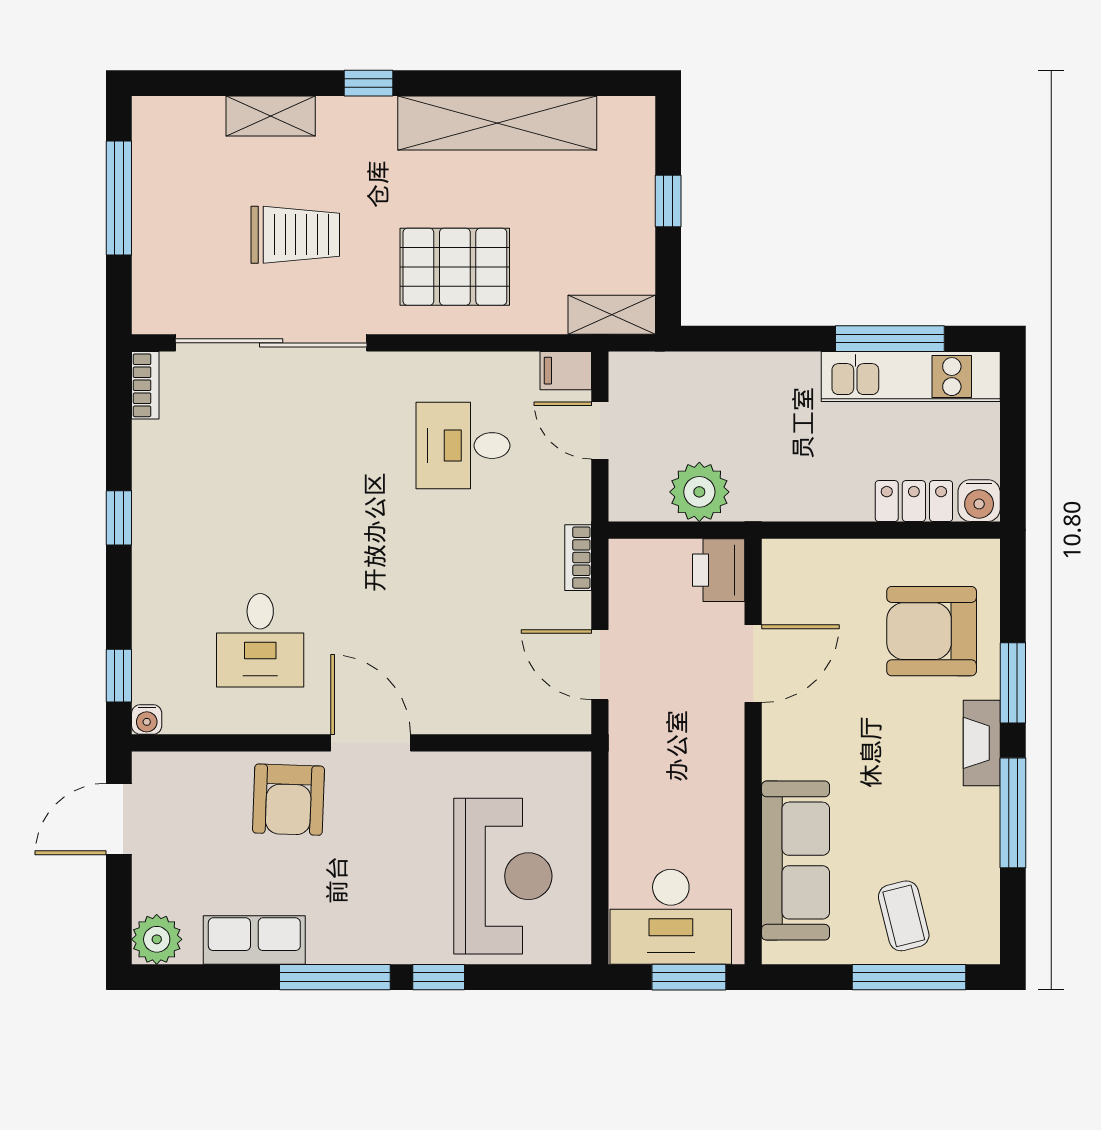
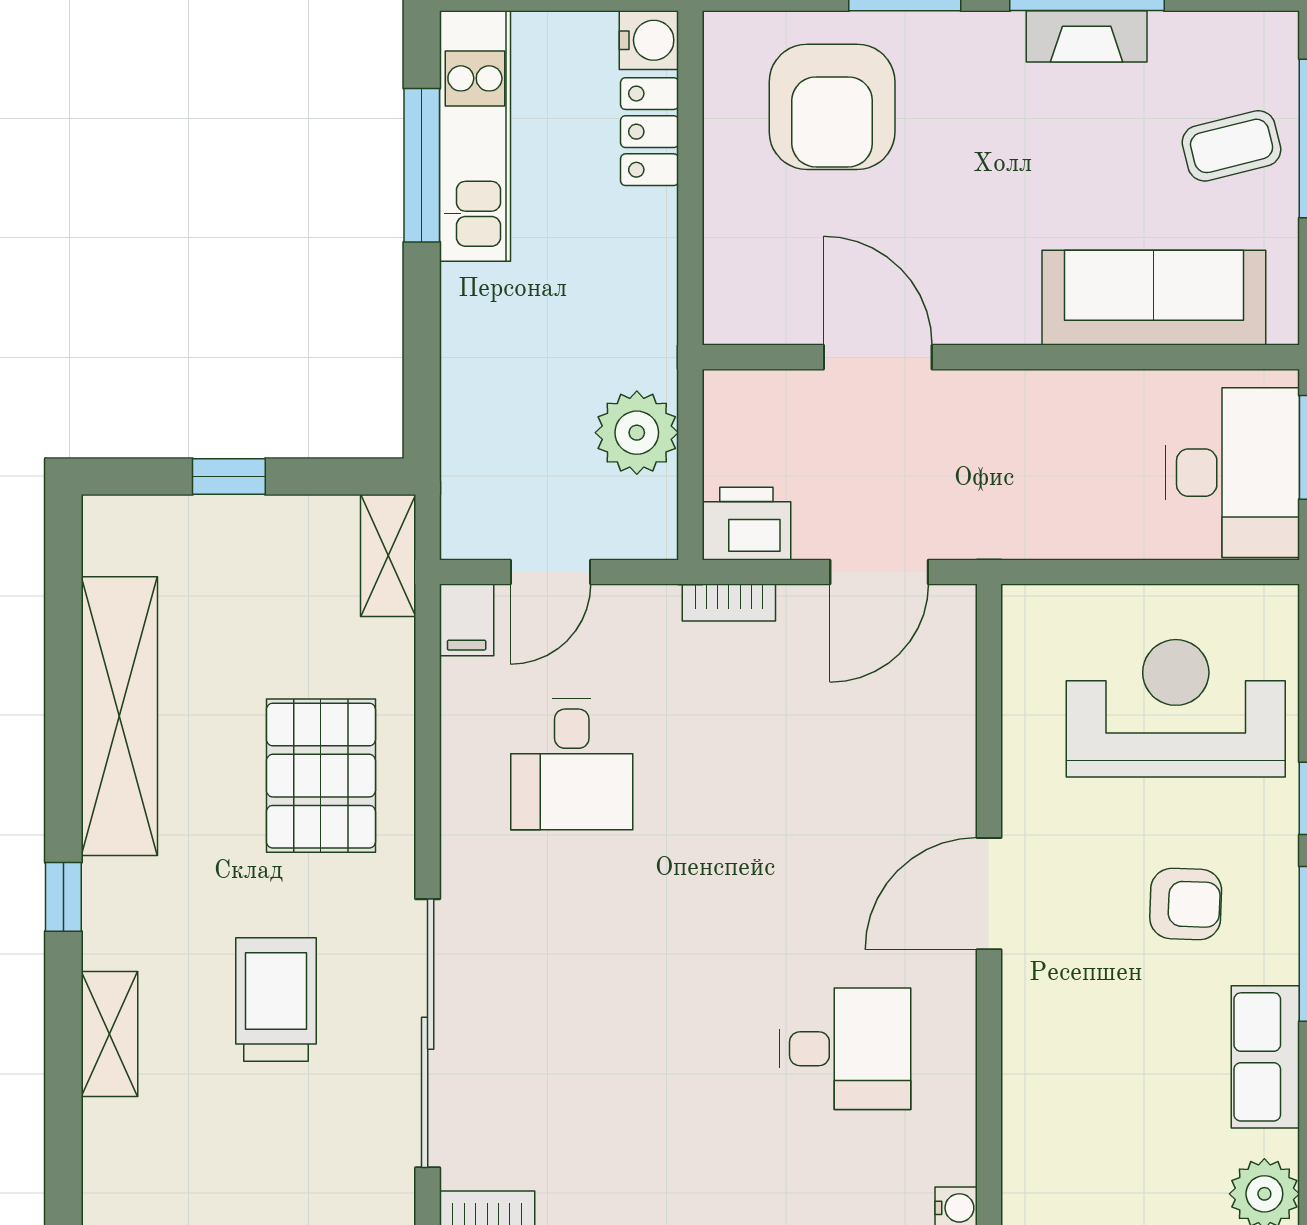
printer: (719, 570) -> (746, 524), moved, turned 180
fireplace: (982, 743) -> (1087, 36), moved
armchair: (289, 800) -> (1186, 904), moved, width x0.72, depth x0.72

